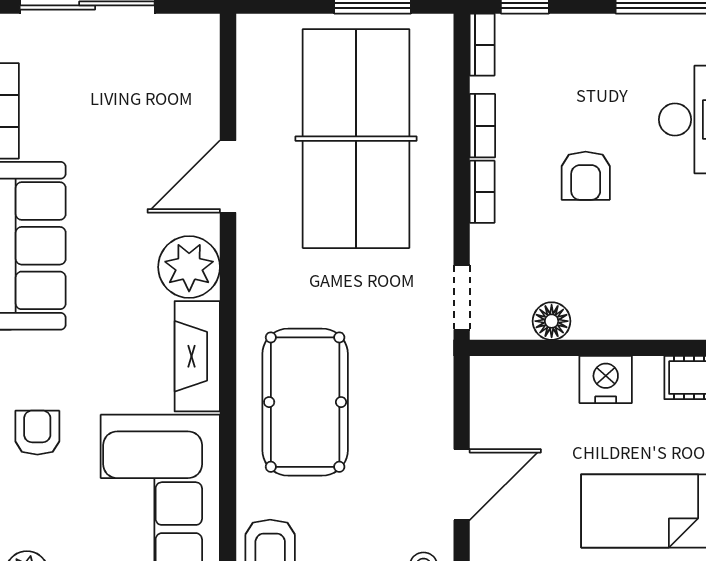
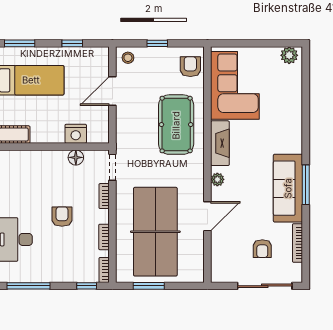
bookcase: (482, 192) -> (104, 196), moved
plant: (189, 267) -> (217, 179), width x0.53, depth x0.53
nightstand: (606, 380) -> (76, 134), moved
armchair: (37, 433) -> (262, 249), moved

